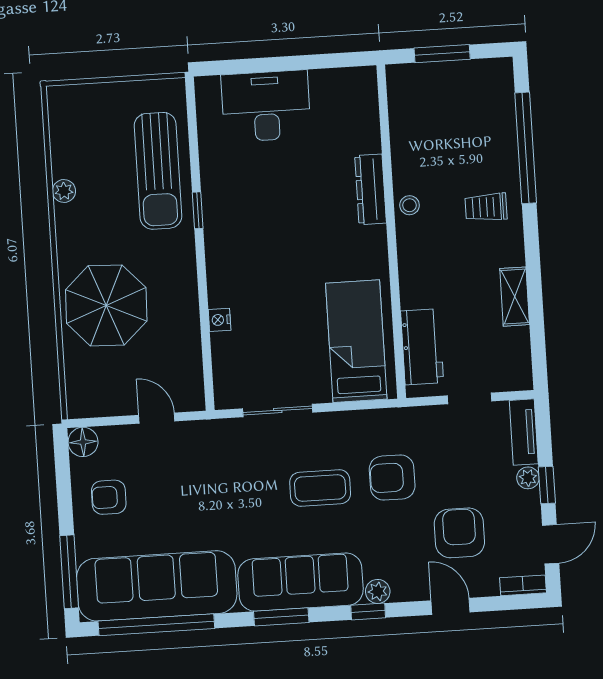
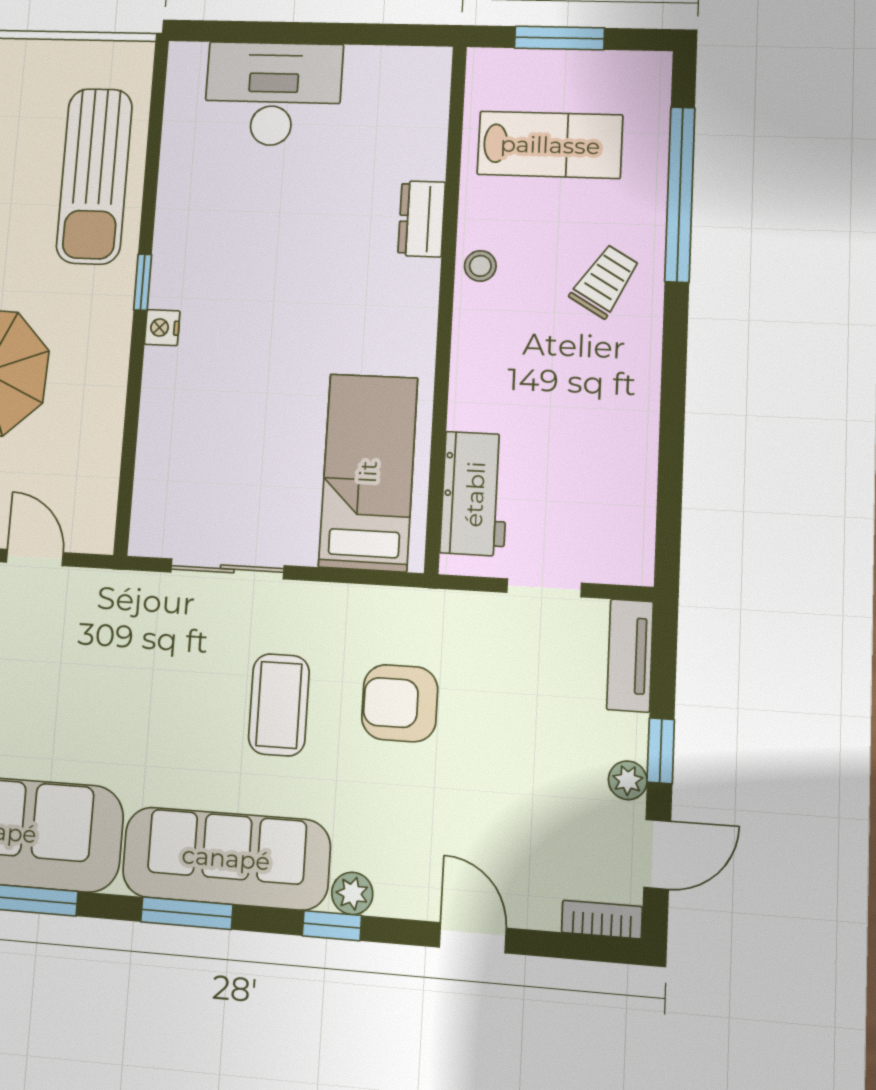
lab bench: (444, 124) -> (550, 145), added
dresser: (371, 189) -> (422, 219), width x0.70
trolley: (486, 207) -> (605, 281), turned 121
window: (198, 210) -> (143, 282), moved
shelving: (515, 297) -> (637, 429), removed
nightstand: (220, 320) -> (162, 328), moved
plant: (528, 478) -> (628, 780), moved
coffee table: (320, 488) -> (279, 705), turned 90
armchair: (459, 533) -> (502, 812), removed

